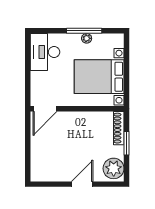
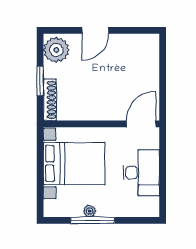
desk: (45, 52) -> (141, 173), moved

